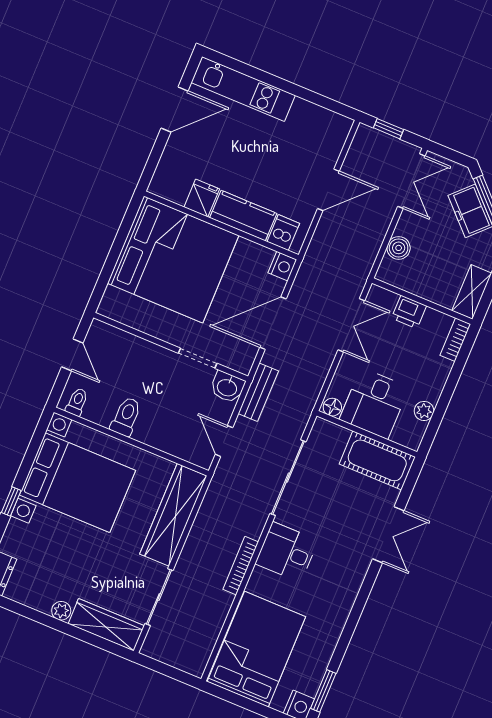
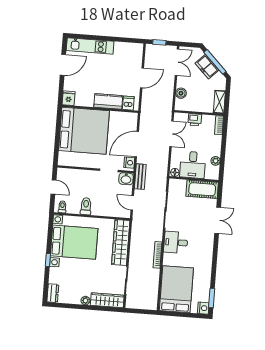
fridge: (202, 198) -> (69, 98), moved
nightstand: (282, 266) -> (129, 163), moved

